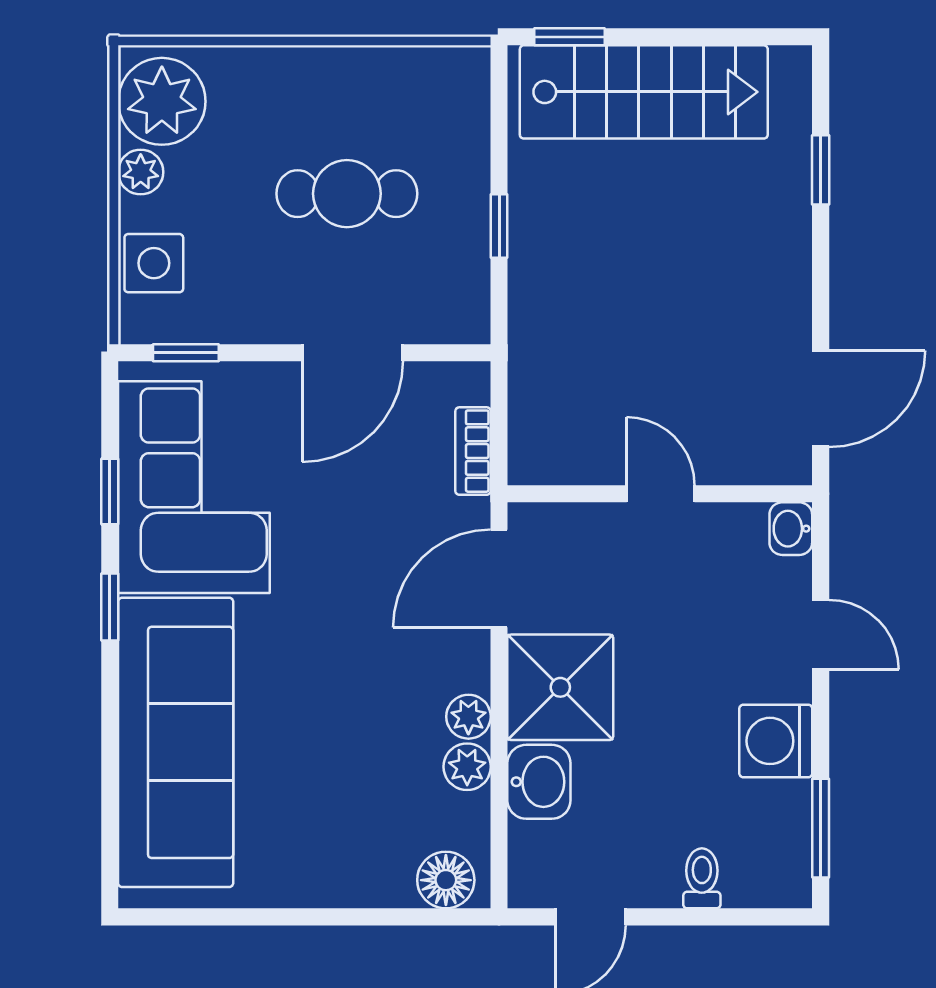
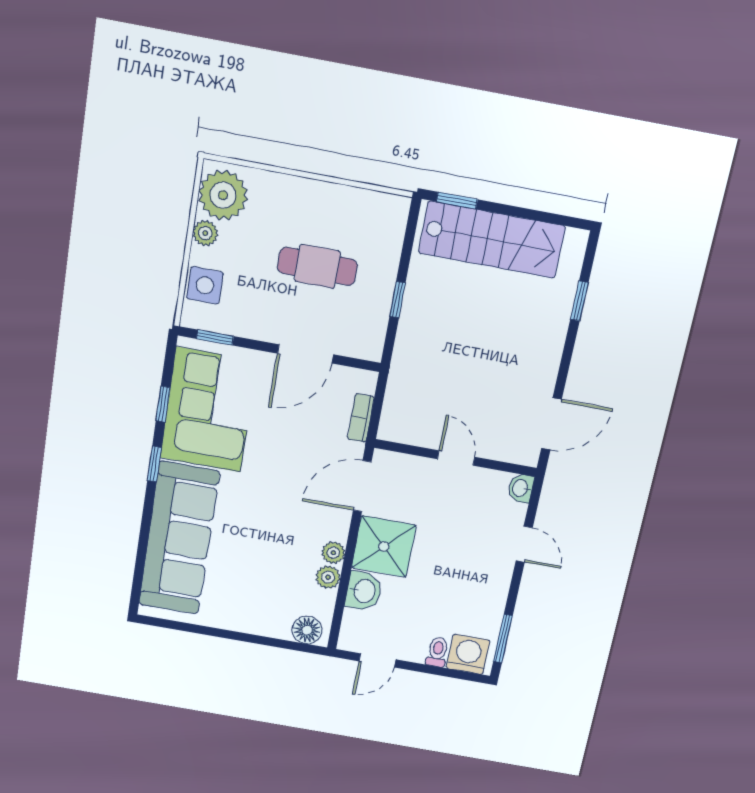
washing machine: (776, 741) -> (468, 654), moved, turned 90

